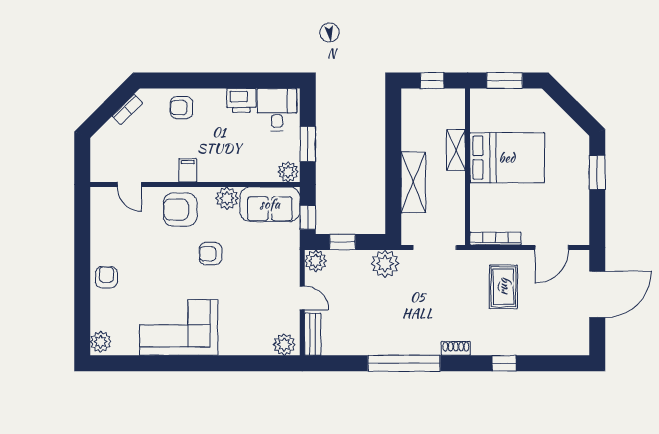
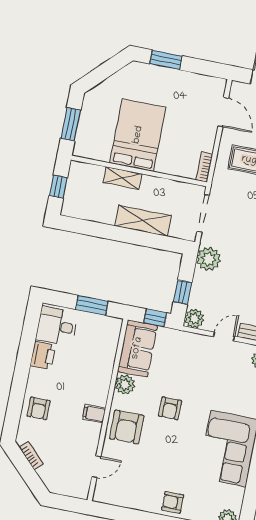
plant: (288, 172) -> (113, 327), removed
bookcase: (495, 239) -> (204, 167), width x0.64

